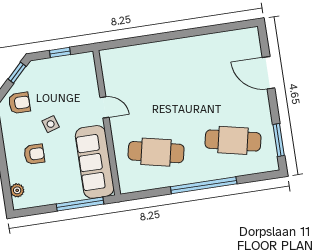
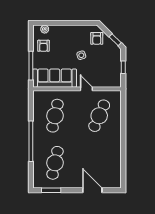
door: (269, 73) -> (92, 190), hinge flipped
cafe table: (145, 80) -> (99, 116), added
door: (104, 107) -> (86, 89), swing flipped
armchair: (34, 154) -> (43, 46), moved

